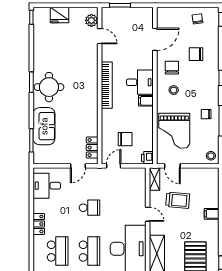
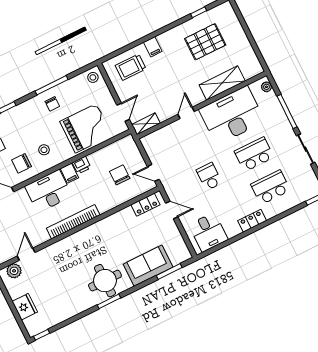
desk: (140, 82) -> (49, 191), width x1.37
printer: (147, 158) -> (82, 165), moved
trolley: (178, 200) -> (131, 67), moved, turned -95

